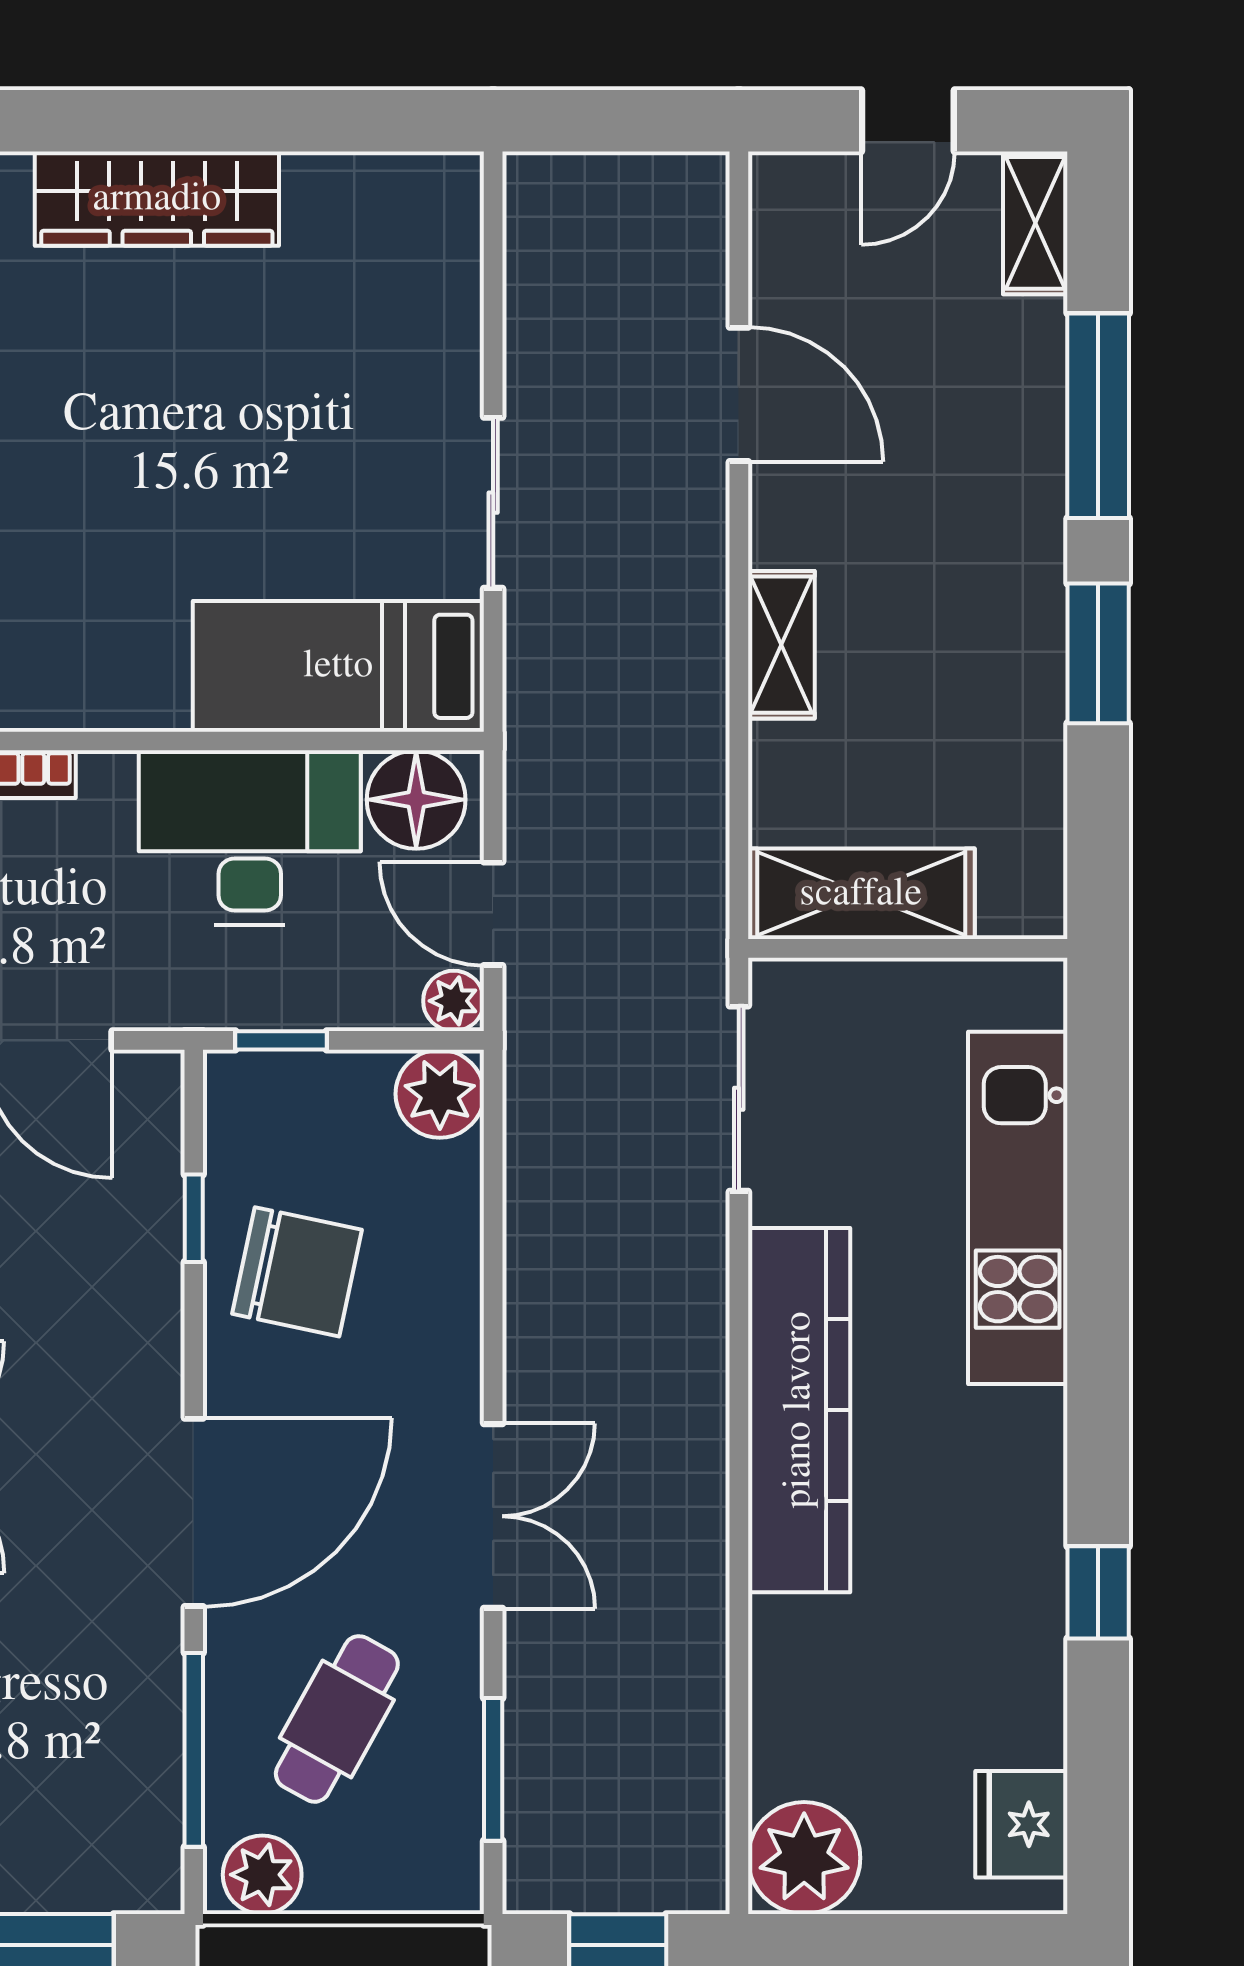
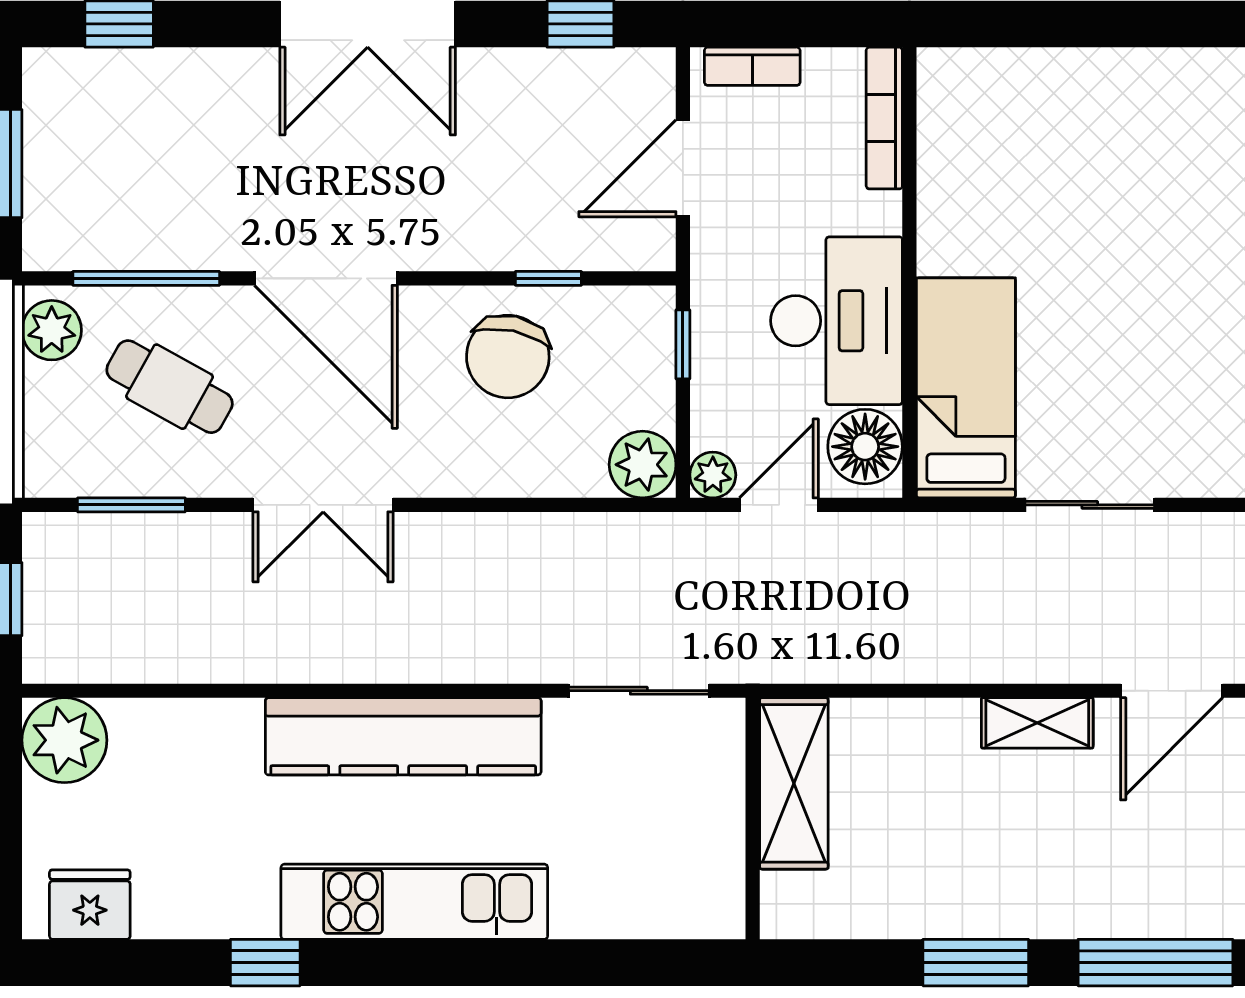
shelving: (781, 645) -> (1037, 723), moved
kitchen unit: (1018, 1208) -> (414, 902), moved

